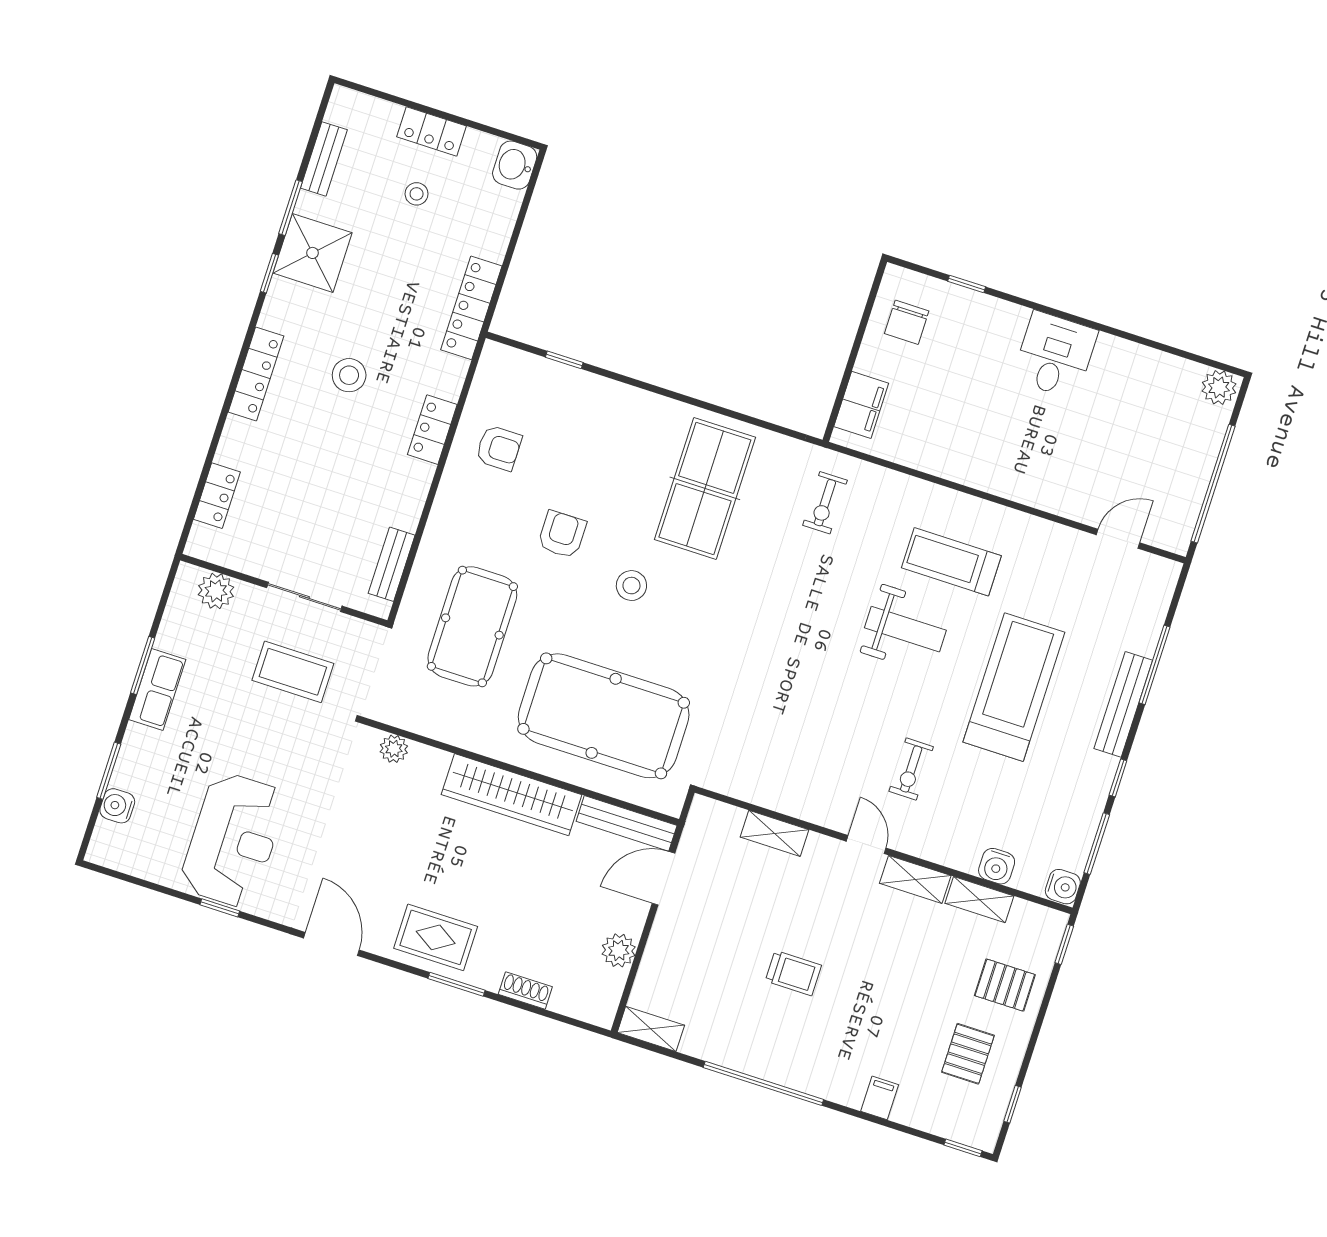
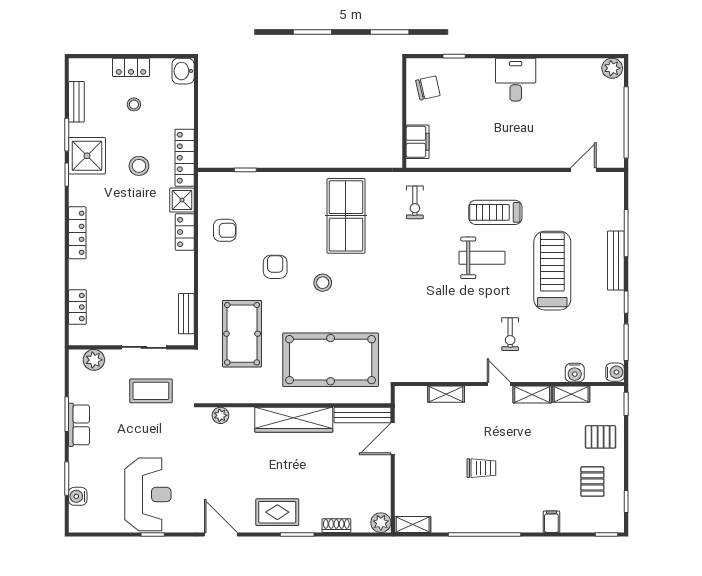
chair: (907, 322) -> (428, 88), turned -103
stool: (349, 375) -> (139, 166), moved
shower: (445, 376) -> (182, 200), added
plant: (619, 950) -> (381, 523), moved

